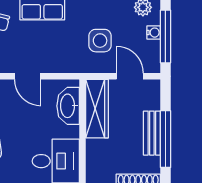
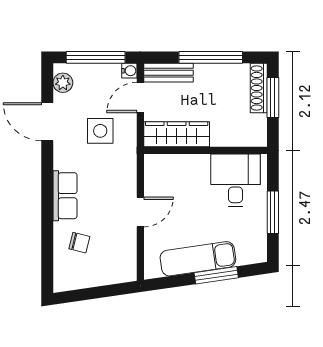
water cooler: (154, 33) -> (129, 71), moved, turned 90
washbasin: (68, 106) -> (173, 167), removed
bench: (152, 133) -> (168, 73), moved

